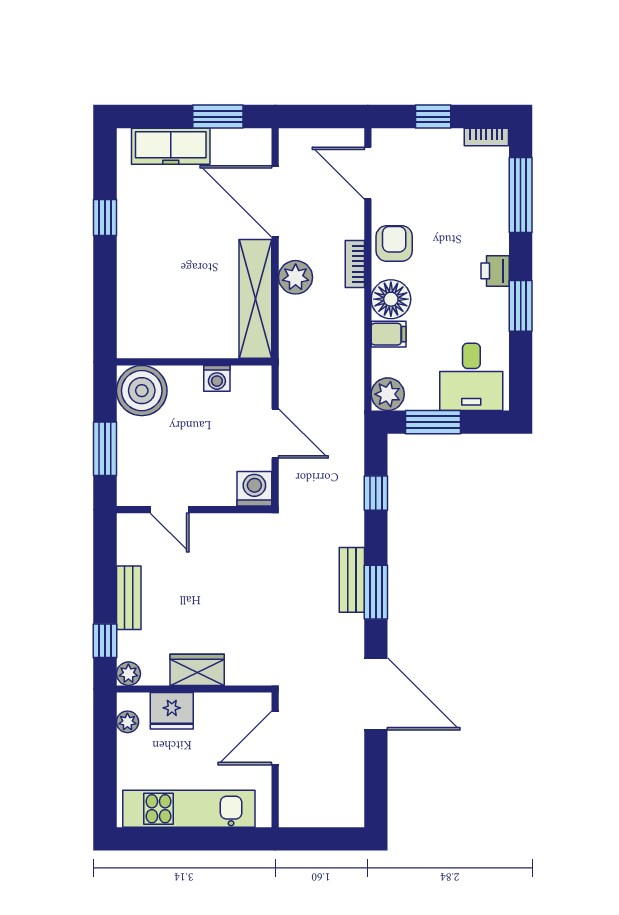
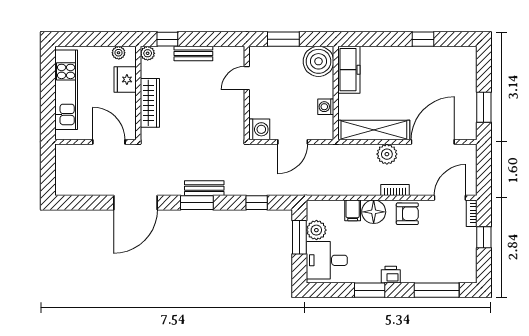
bookcase: (486, 137) -> (472, 213), moved
freezer: (171, 146) -> (349, 70), moved, turned 180
plant: (388, 394) -> (316, 230), moved
wardrobe: (197, 670) -> (150, 103), width x1.50

